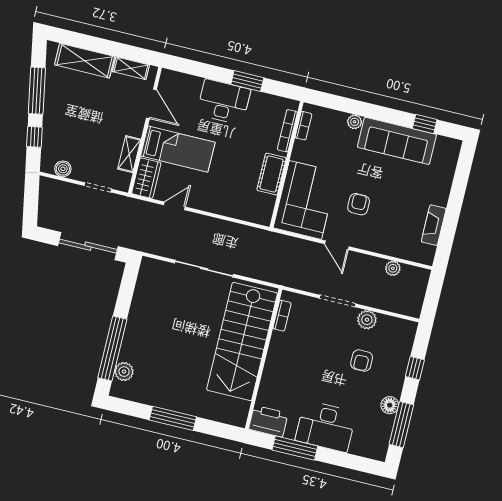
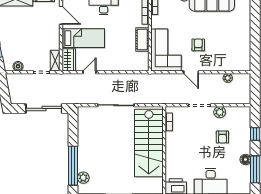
shelving: (129, 154) -> (55, 61), moved
fireplace: (434, 225) -> (246, 47), removed

